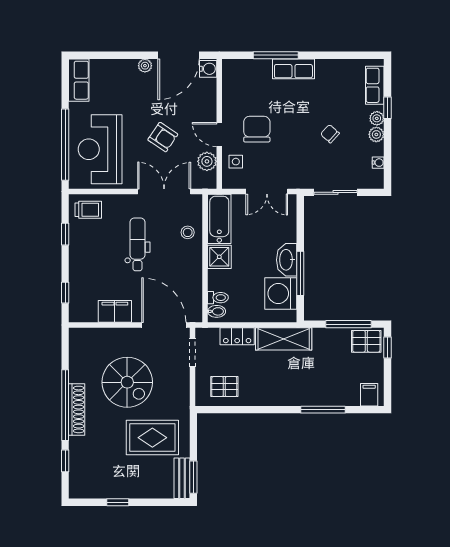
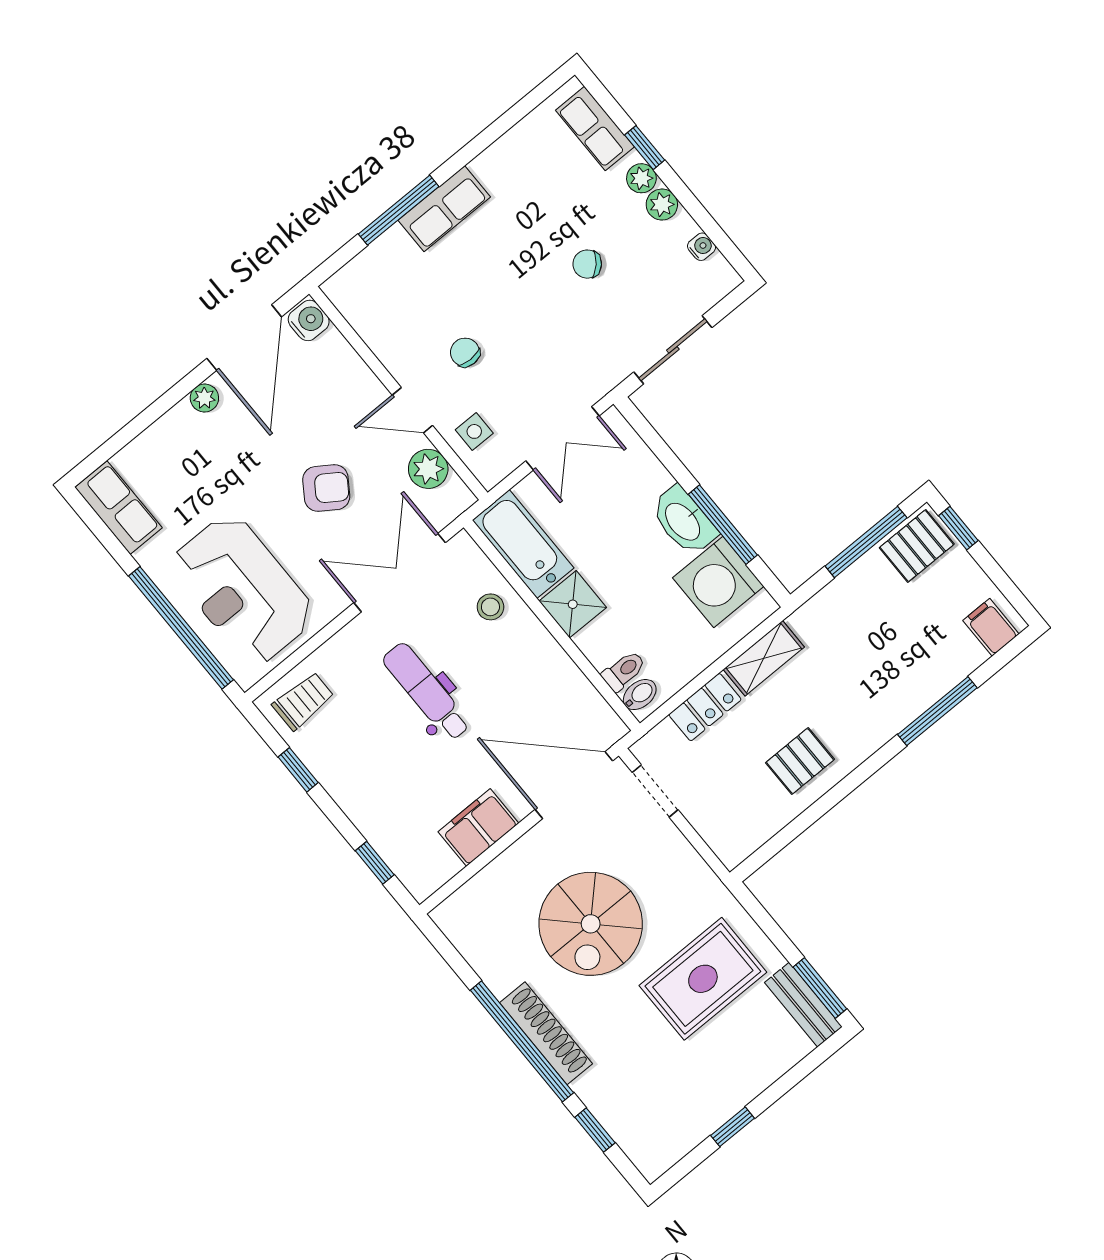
chair: (257, 129) -> (465, 352), width x0.54, depth x0.54
shelving: (284, 339) -> (764, 658), width x0.67, depth x0.75
spiral stairs: (127, 382) -> (591, 924), turned 90
pallet: (224, 387) -> (800, 761), moved

